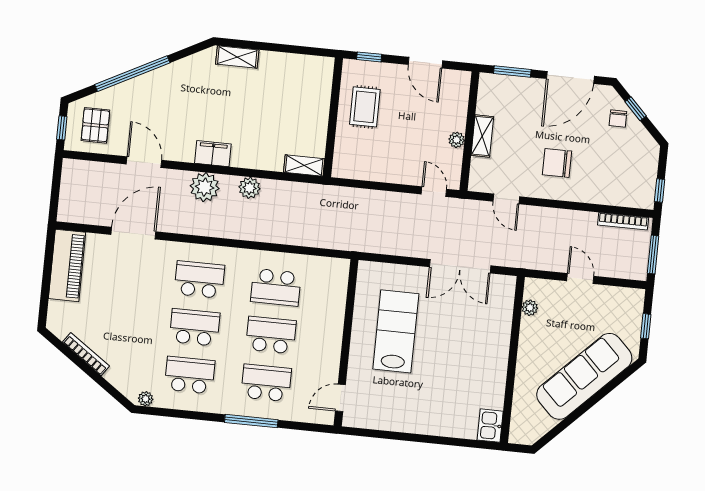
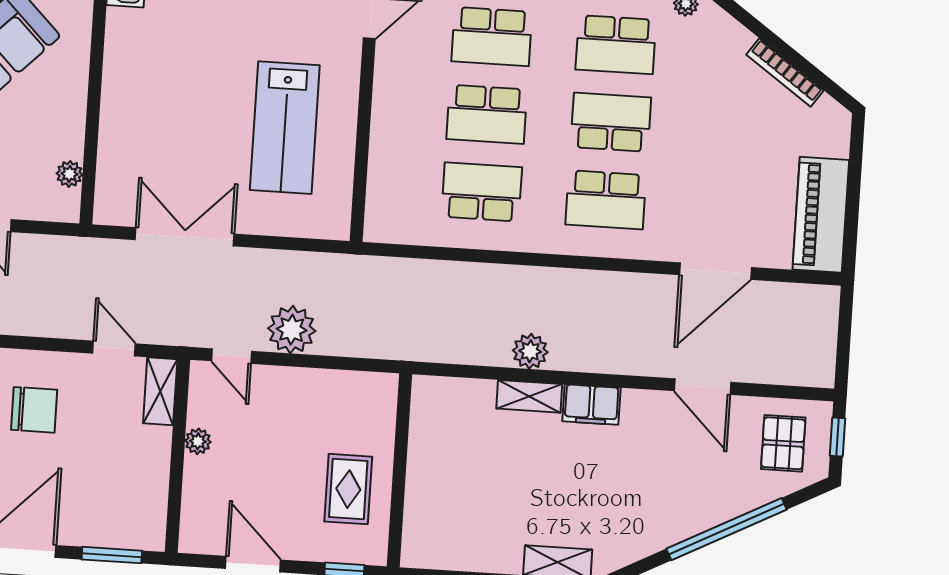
shelving: (482, 136) -> (160, 391), moved
shelving: (304, 165) -> (529, 396), moved
plant: (205, 187) -> (292, 330), moved
school desk: (195, 327) -> (611, 122), turned 180

